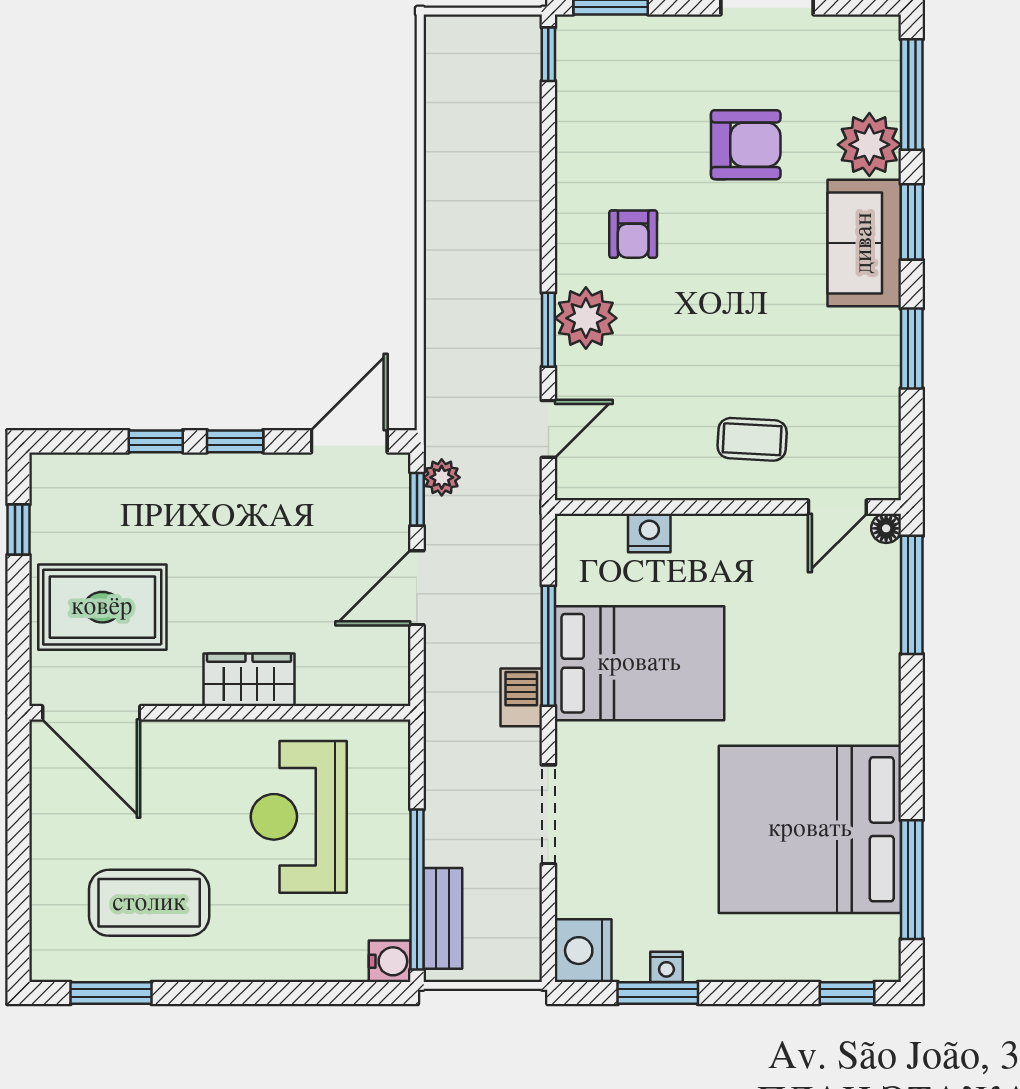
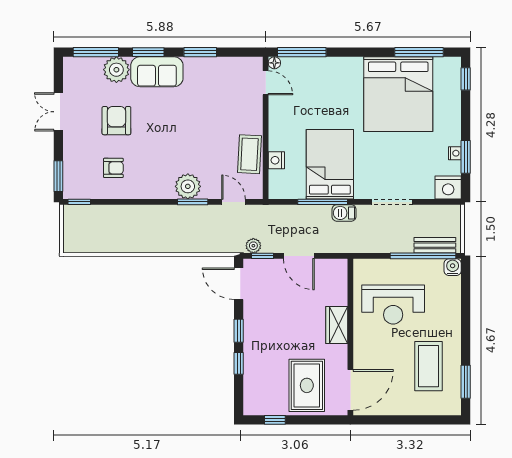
armchair: (633, 234) -> (113, 168), moved
coffee table: (752, 439) -> (249, 154), moved, width x1.36, depth x1.30

